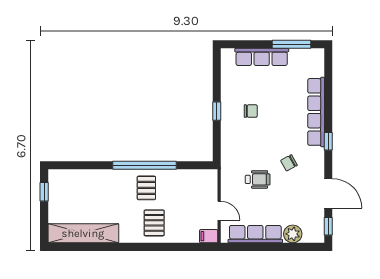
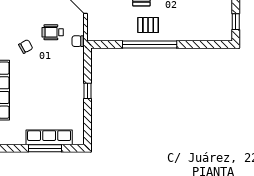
window: (291, 44) -> (45, 148), moved
chair: (251, 111) -> (78, 41), moved
pallet: (146, 188) -> (148, 25), turned 90

